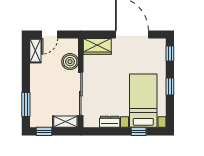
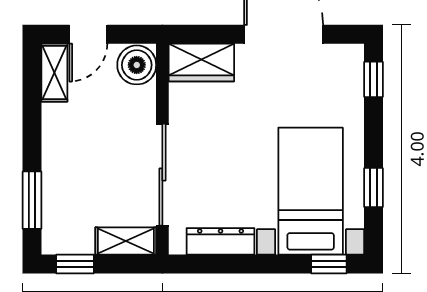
boiler: (70, 62) -> (137, 65), moved
window: (170, 87) -> (374, 188), moved
dresser: (110, 122) -> (221, 241), width x1.44
window: (139, 131) -> (329, 264), moved

